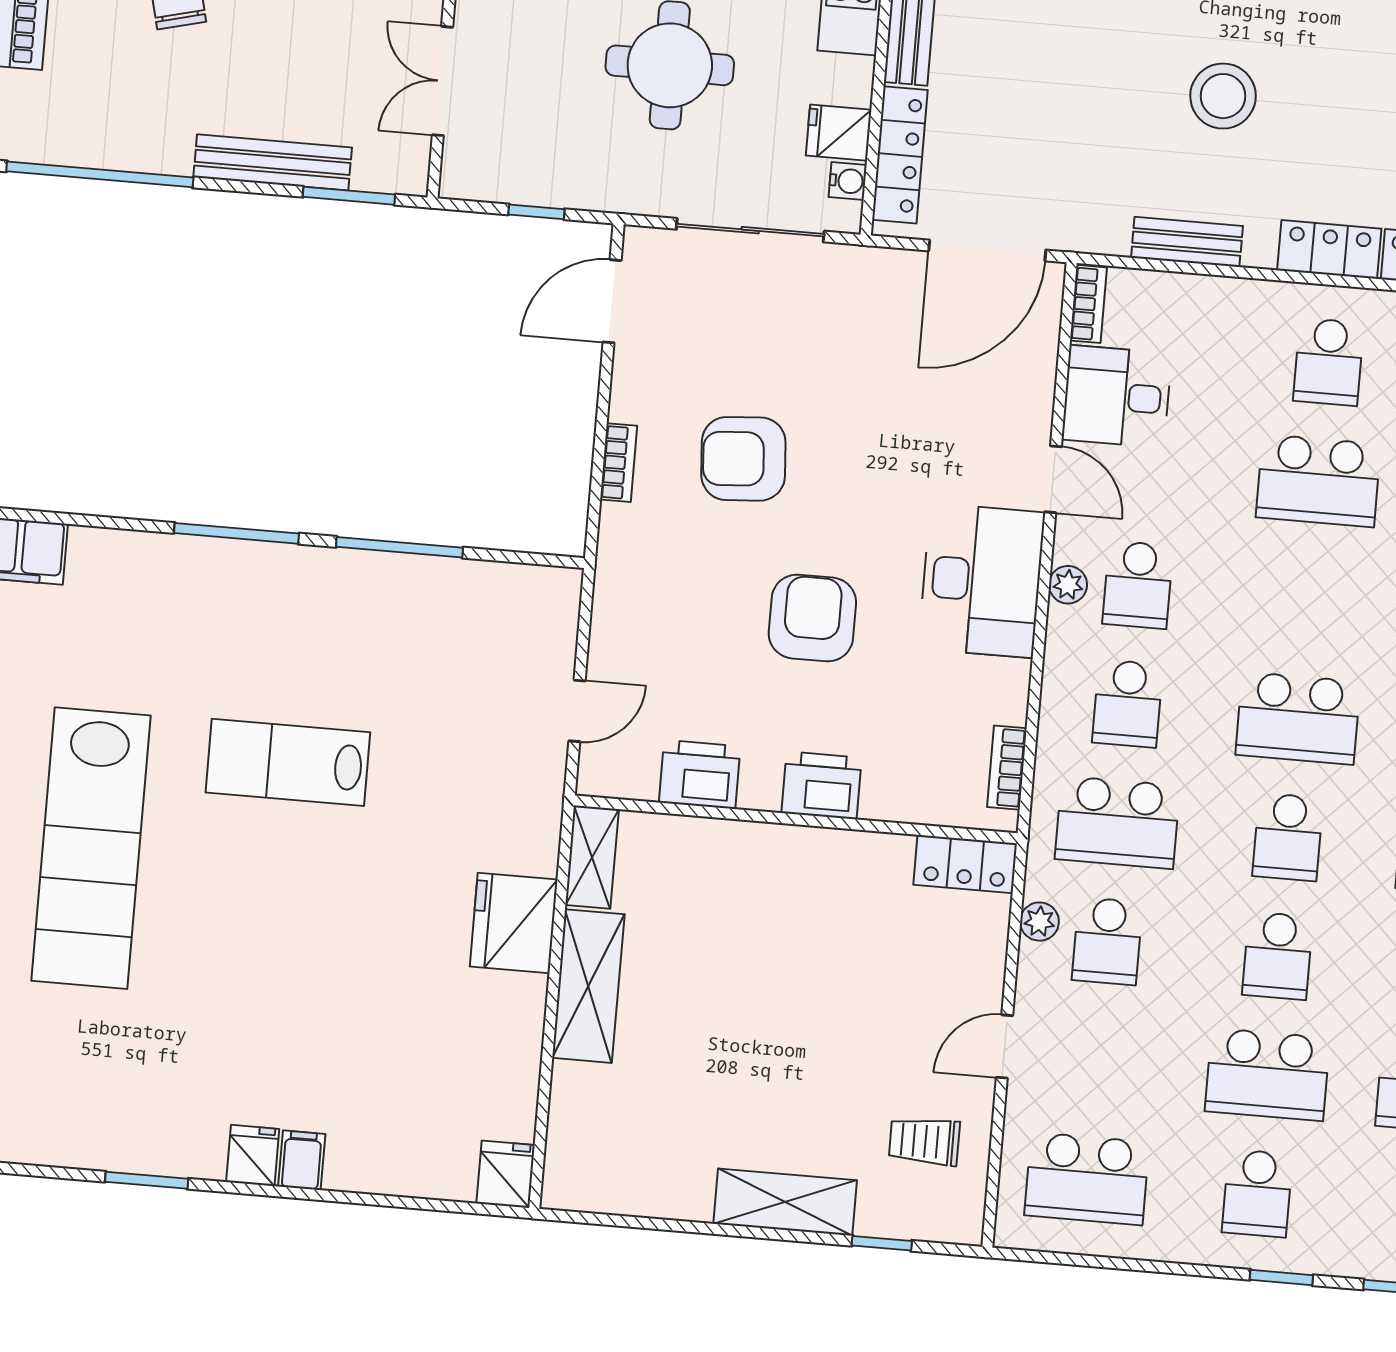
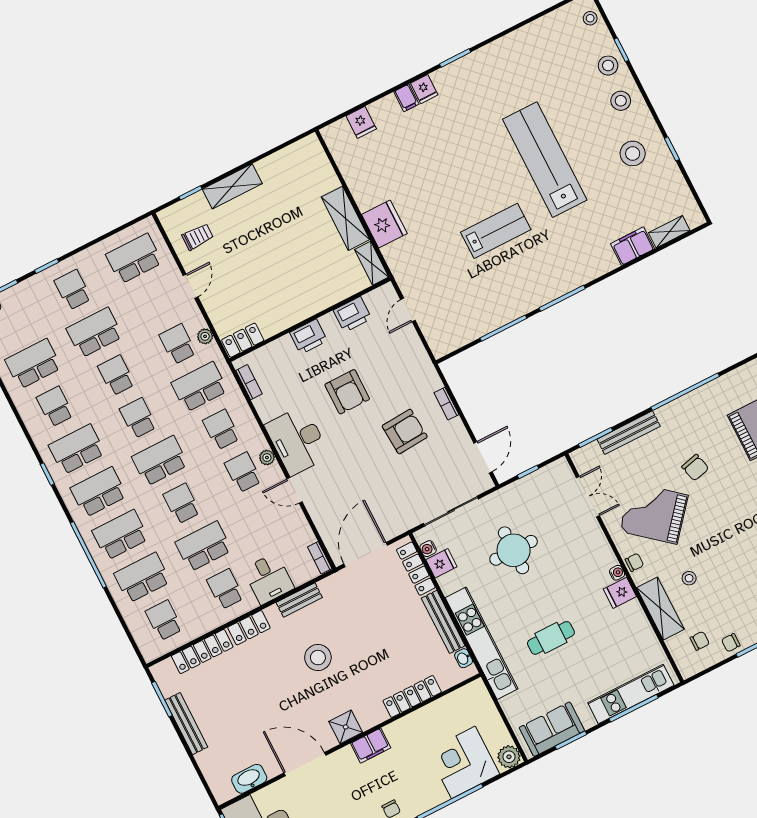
desk: (1117, 396) -> (269, 579), moved, turned 90
school desk: (1308, 599) -> (182, 504), added
fridge: (506, 1174) -> (361, 122), moved

